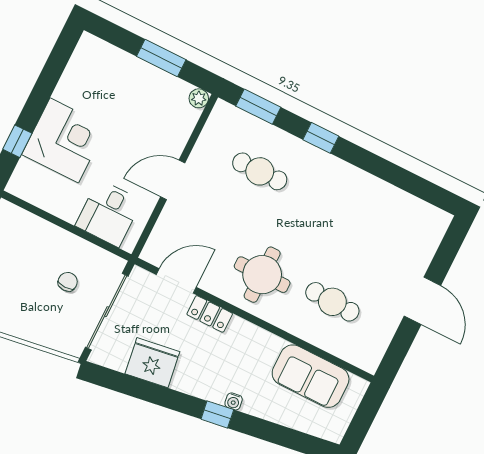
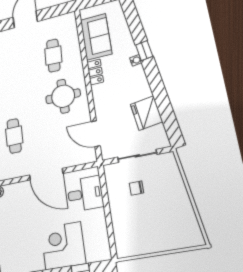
door: (173, 180) -> (46, 174), width x1.36
sliding door: (107, 312) -> (137, 156), width x0.73
locker: (210, 314) -> (95, 72), moved
window: (217, 414) -> (144, 51), moved

